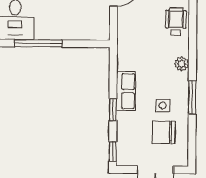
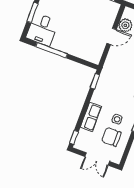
row of seats: (126, 91) -> (91, 117), moved
window: (113, 110) -> (95, 81), moved

